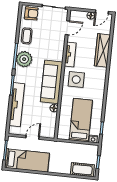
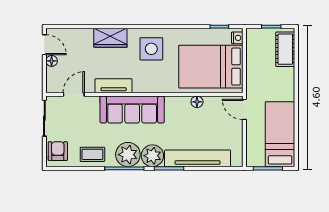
door: (67, 28) -> (74, 94), hinge flipped
wardrobe: (102, 50) -> (110, 38), width x0.67
plant: (22, 75) -> (152, 156), added
side table: (76, 80) -> (151, 49), moved
sofa: (52, 82) -> (132, 110), moved
bed: (81, 120) -> (211, 67), width x1.50
door: (32, 137) -> (244, 109), moved

